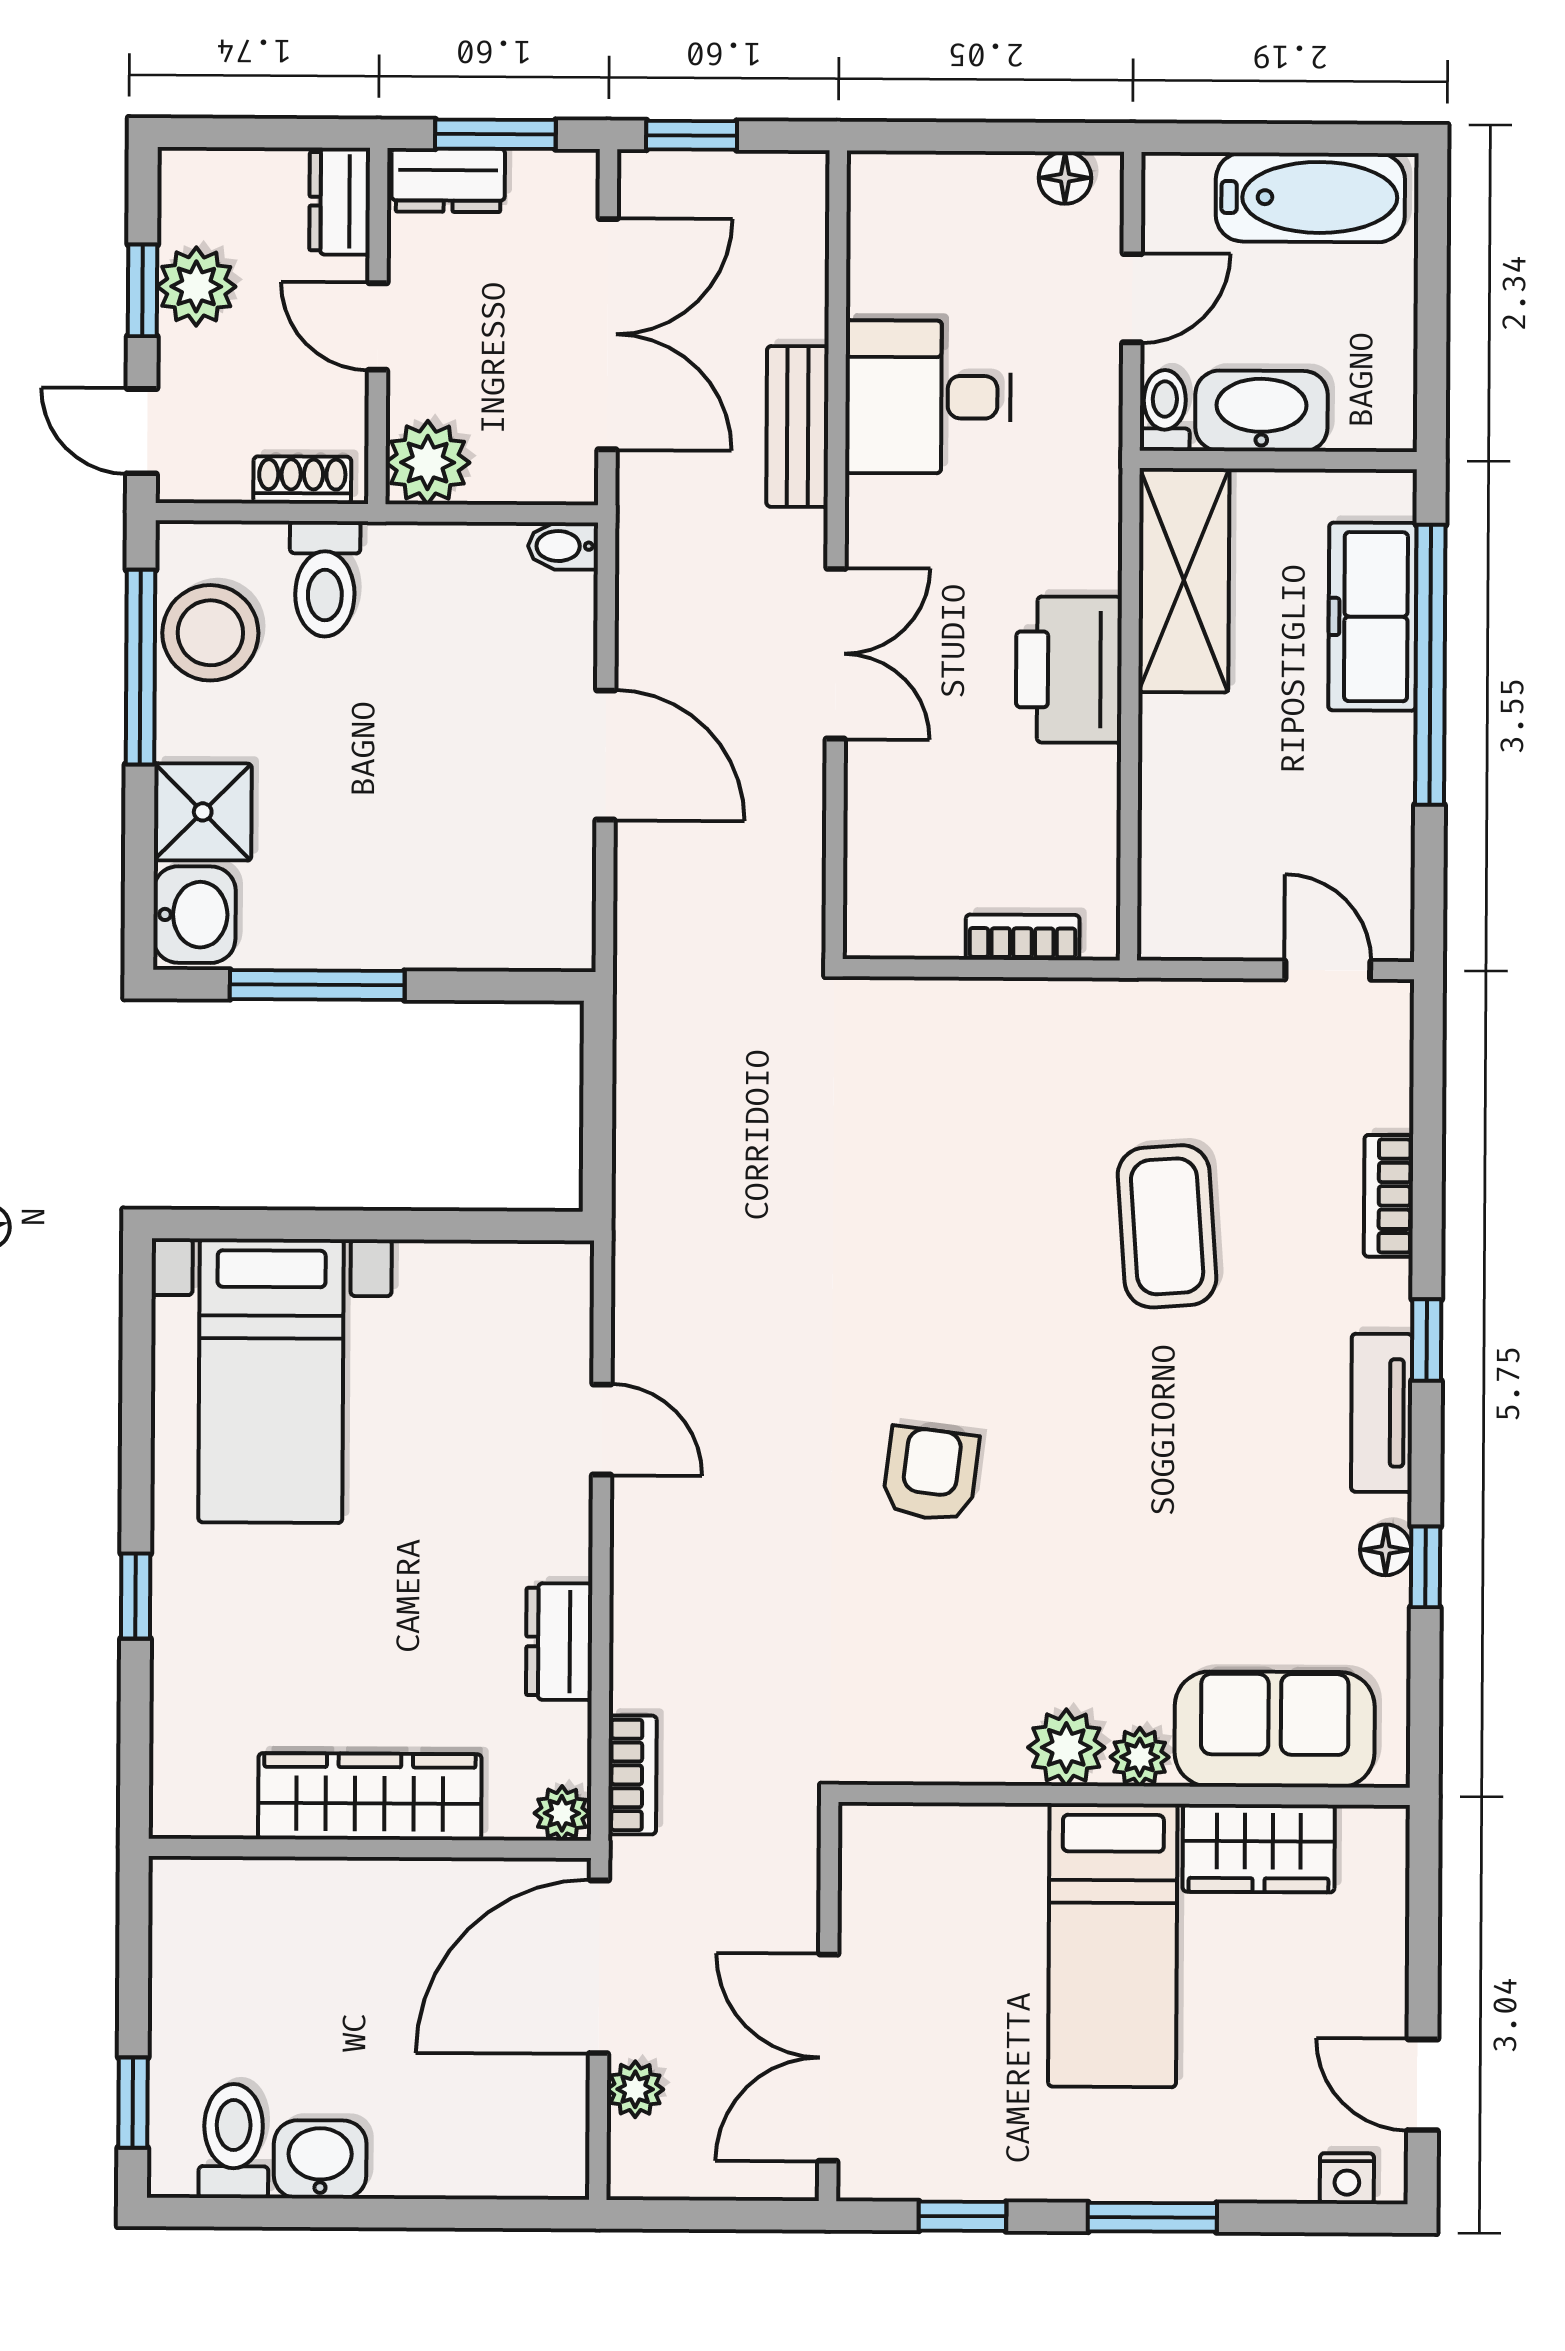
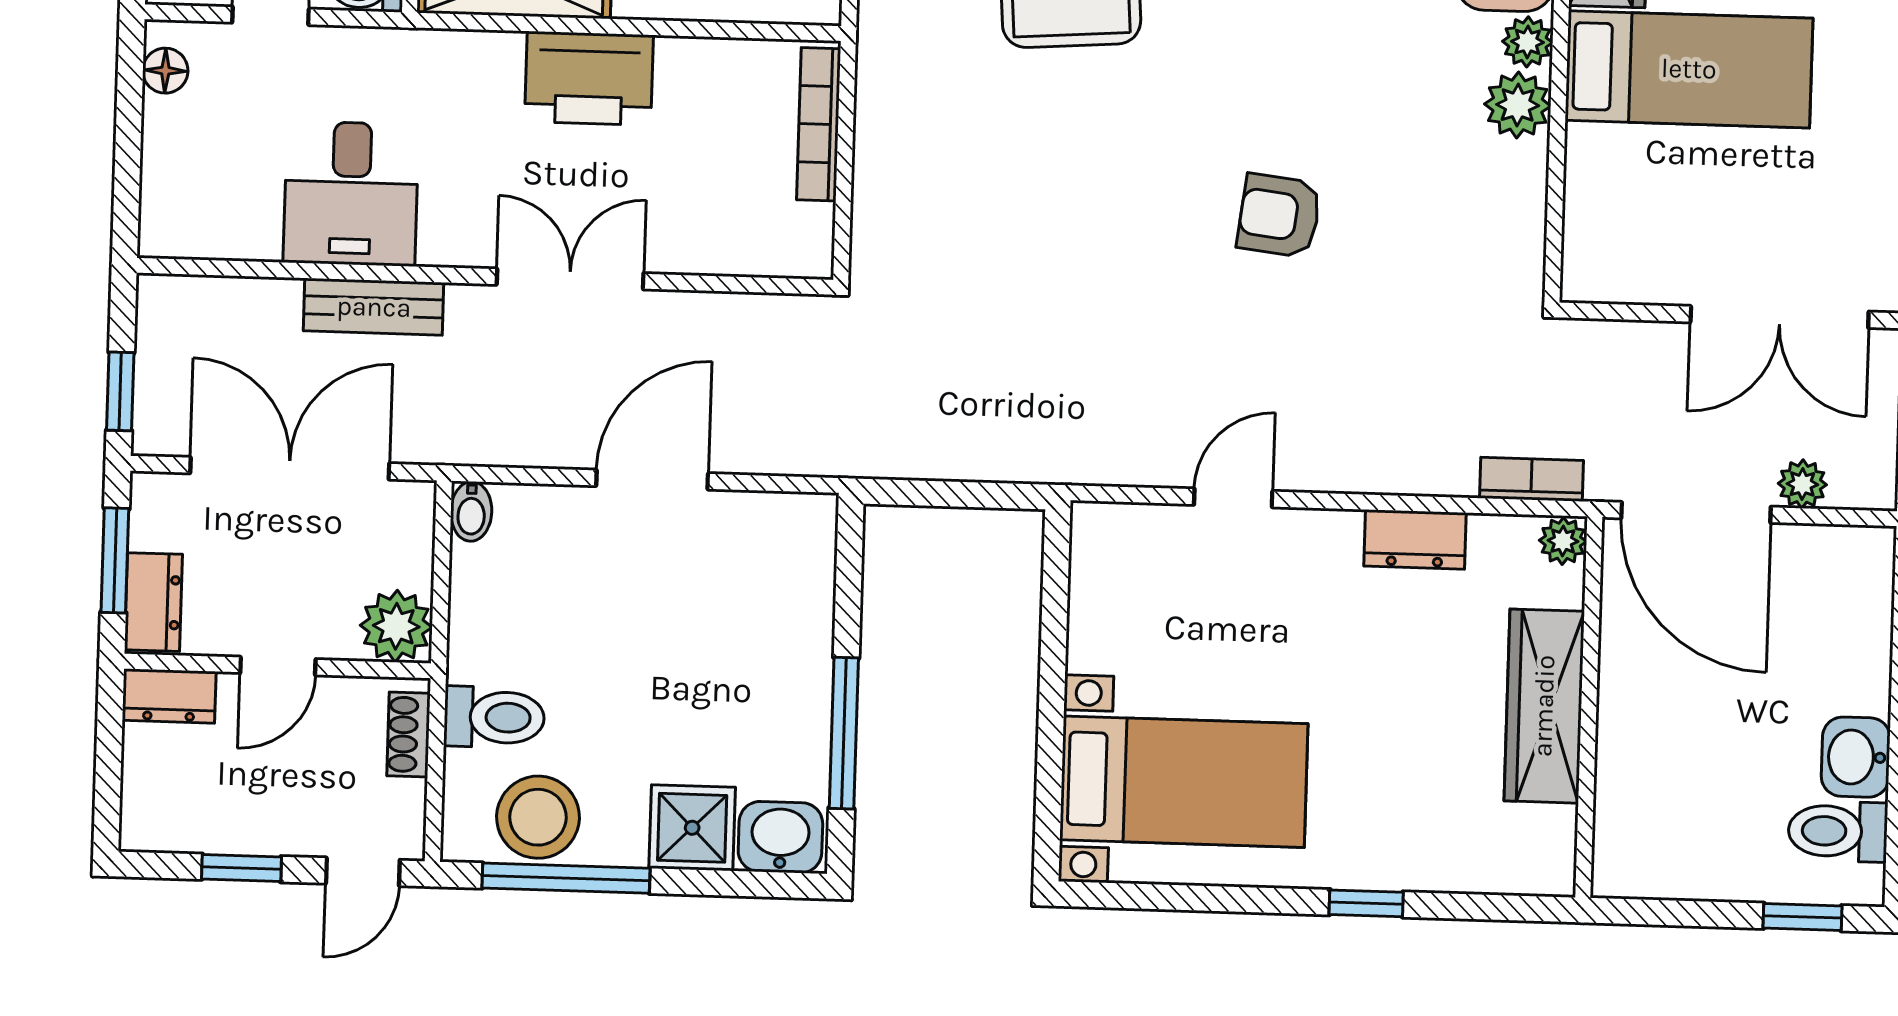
plant: (196, 286) -> (239, 822), removed
bookcase: (1023, 937) -> (819, 124), width x1.56

